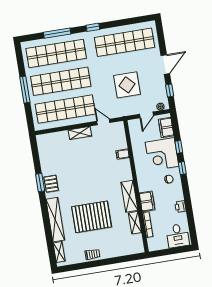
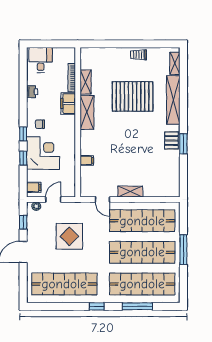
filing cabinet: (166, 127) -> (34, 187), width x0.50

